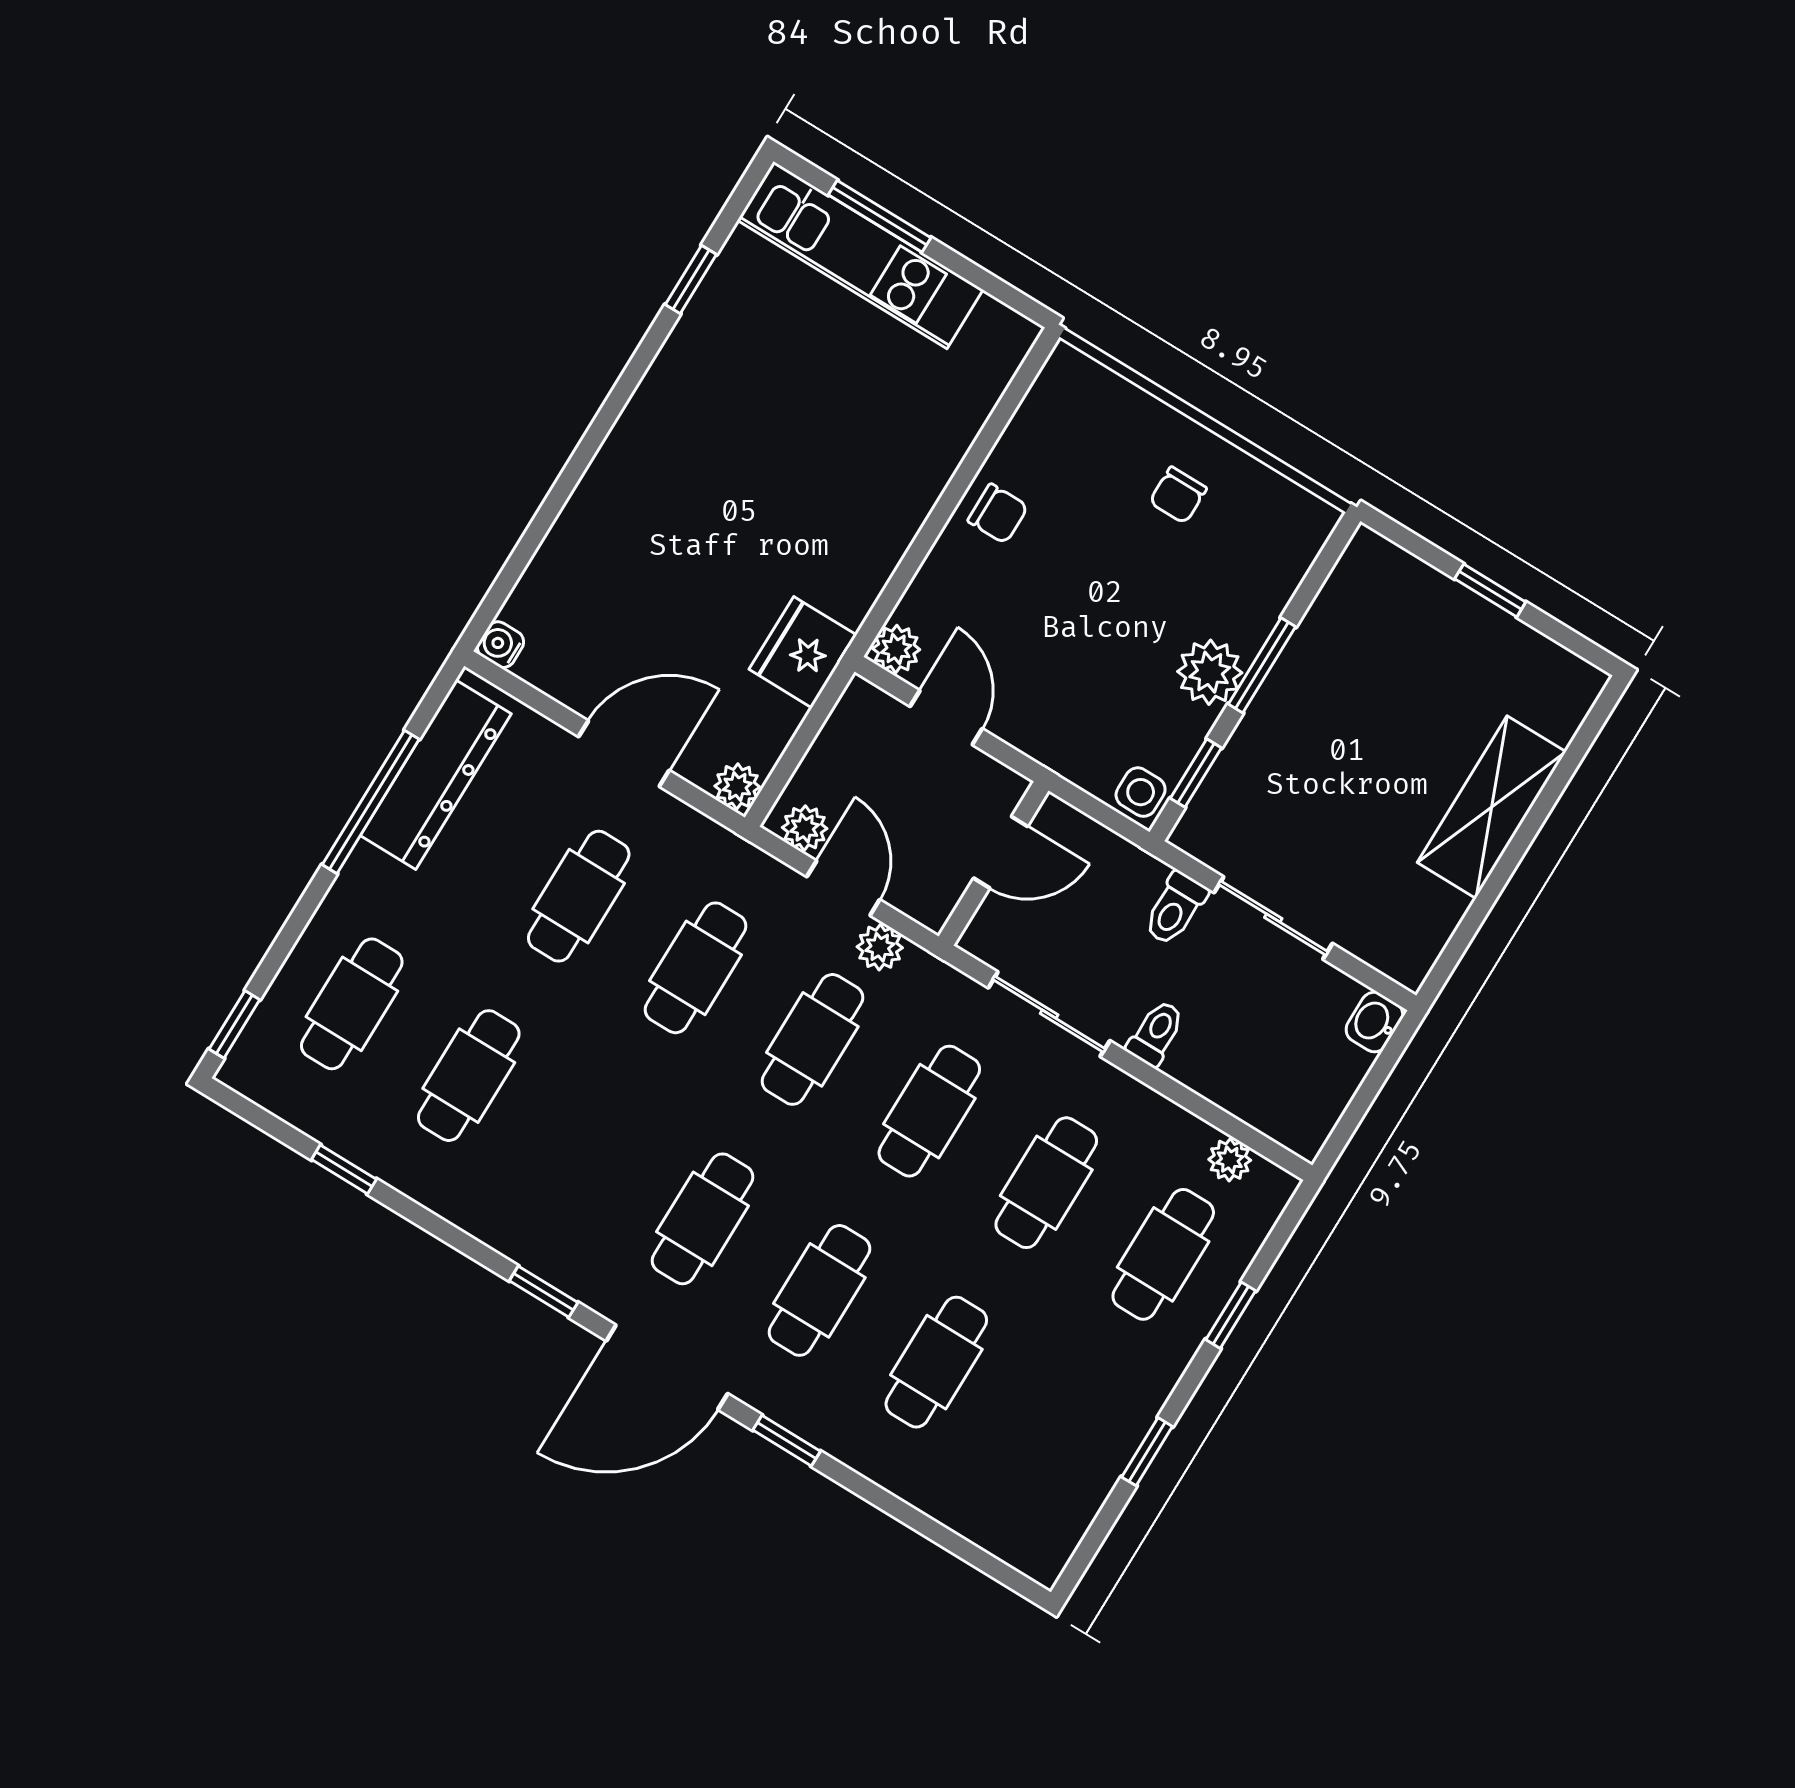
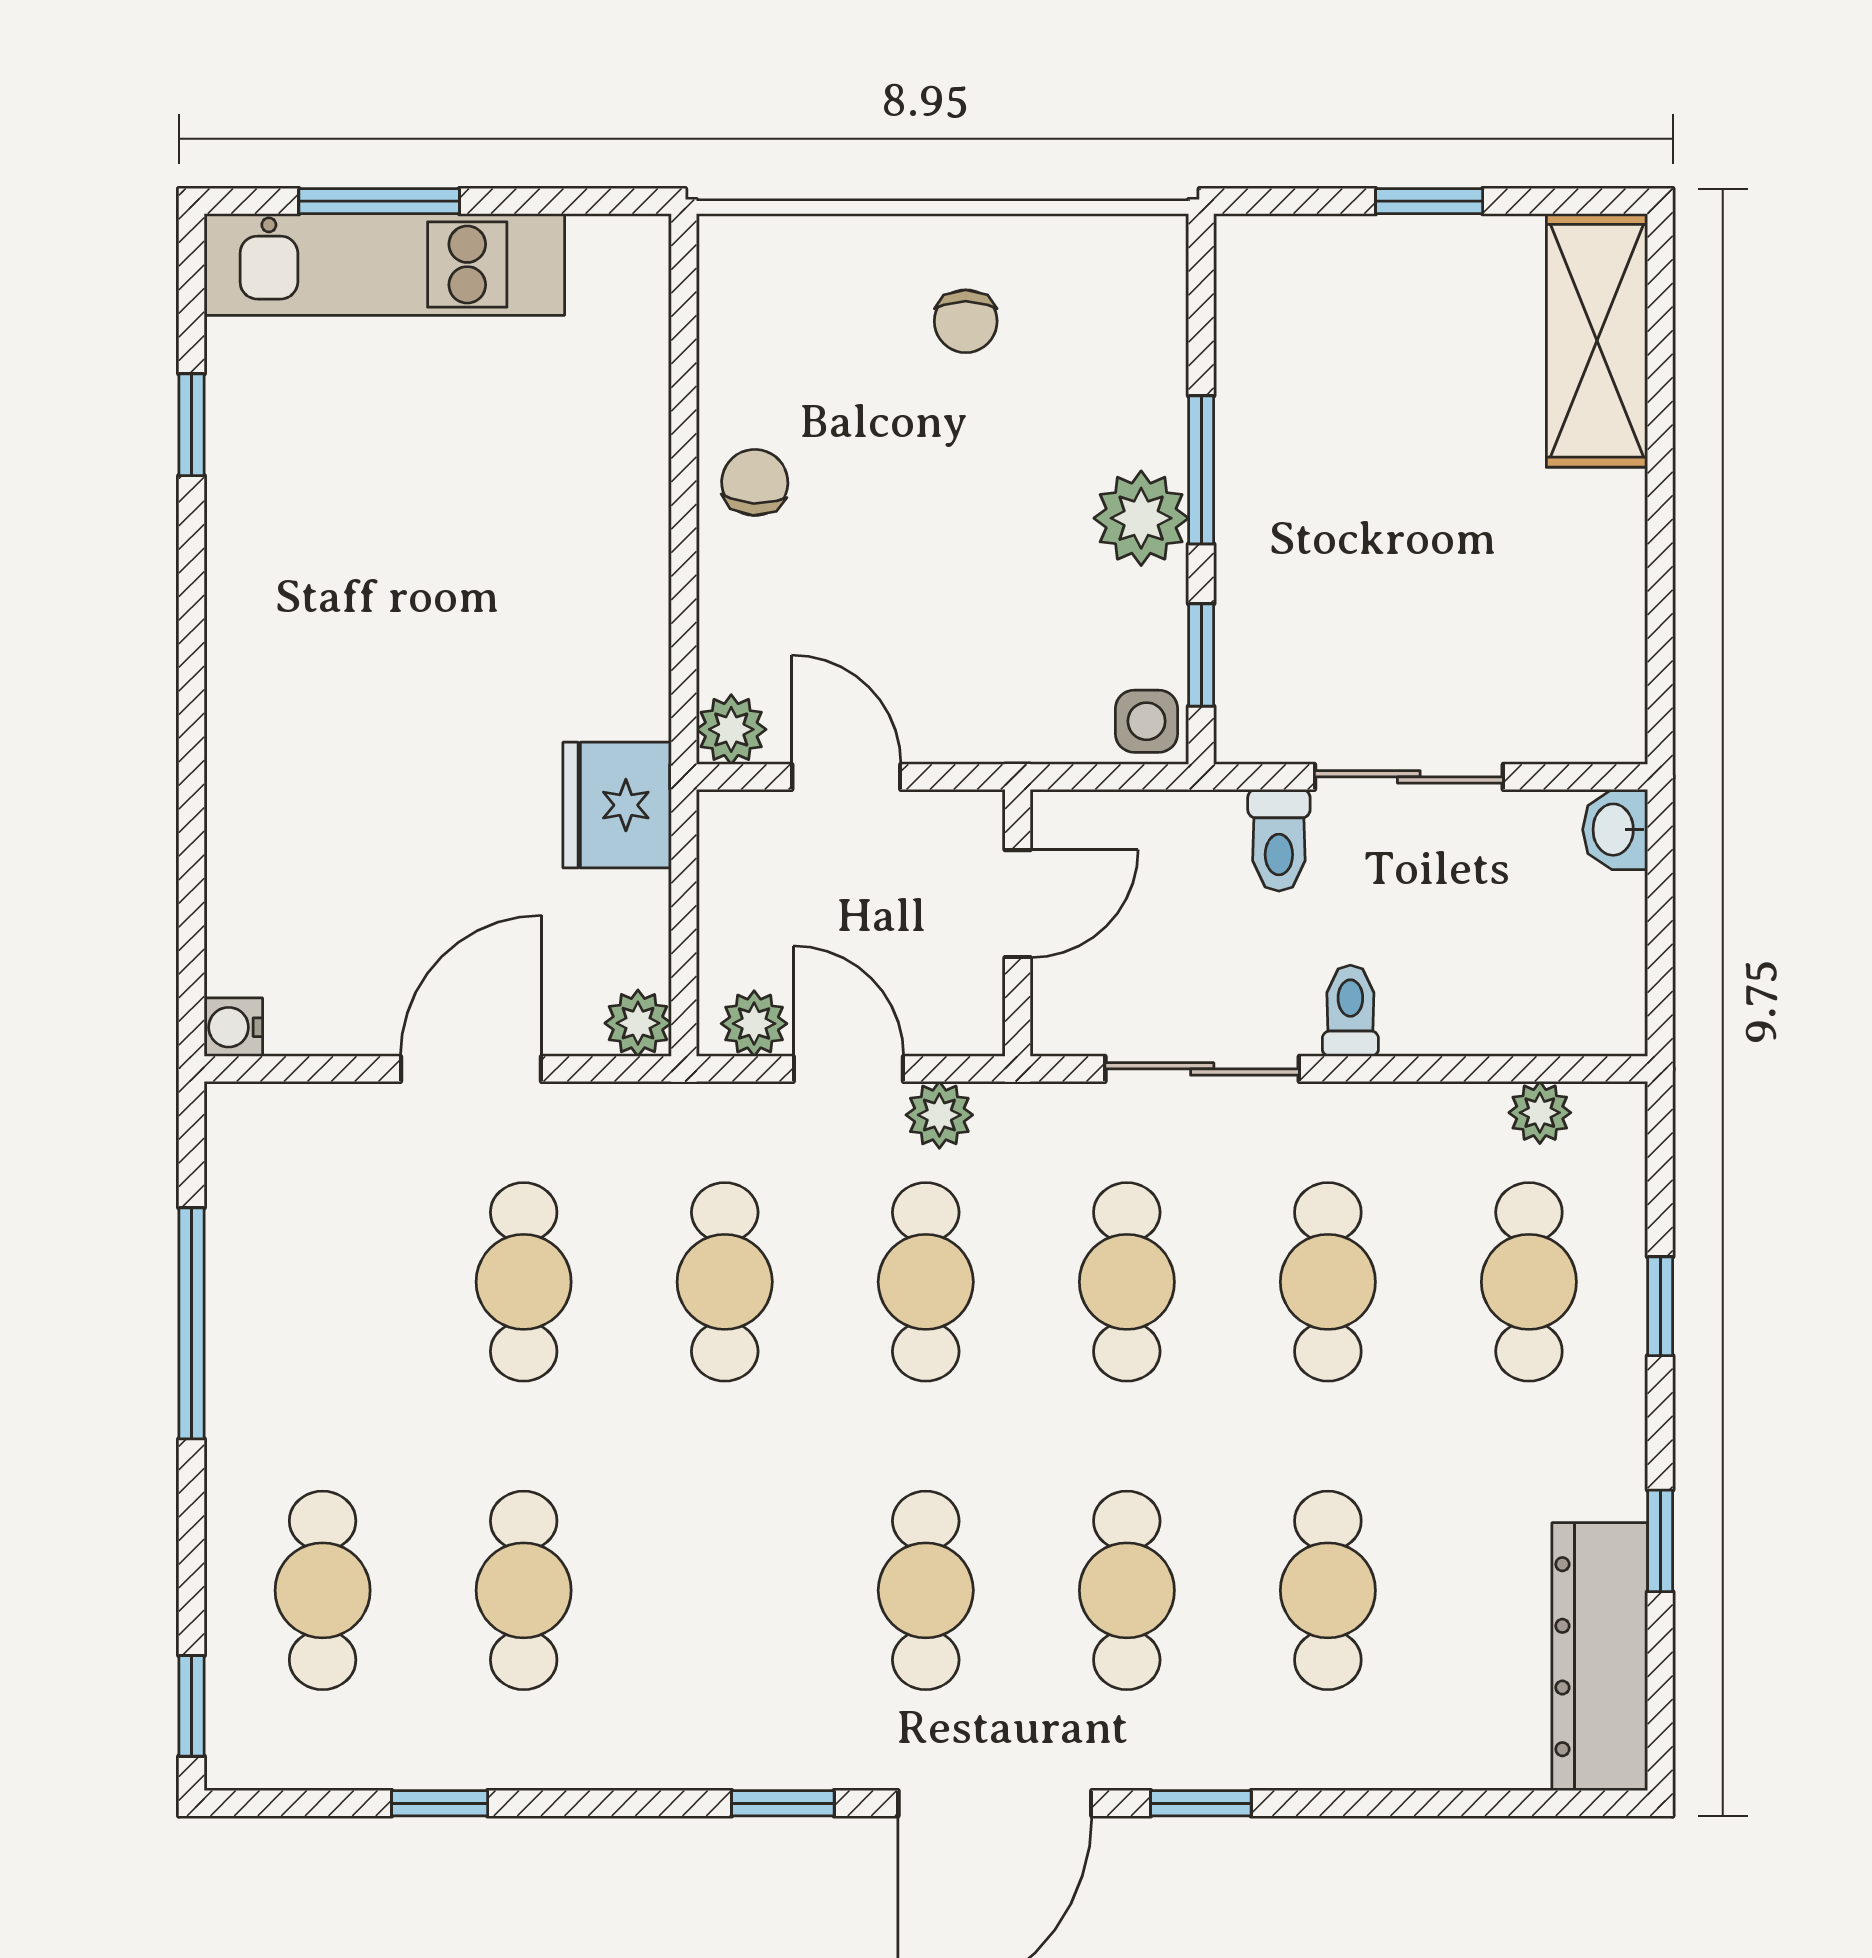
chair: (998, 514) -> (755, 482), turned -87
dresser: (436, 775) -> (1600, 1657), moved, turned 180
shelving: (1492, 807) -> (1597, 341), moved

